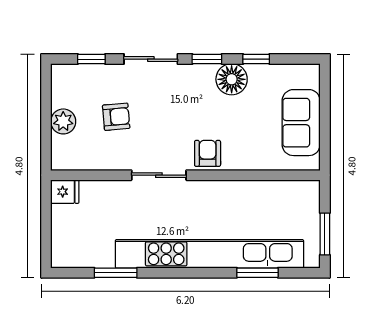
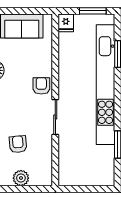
armchair: (208, 153) -> (41, 86), turned 90
fridge: (65, 192) -> (66, 23), moved, turned 180

